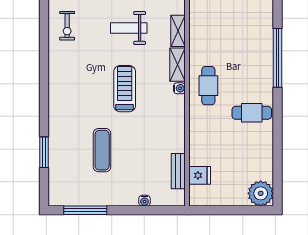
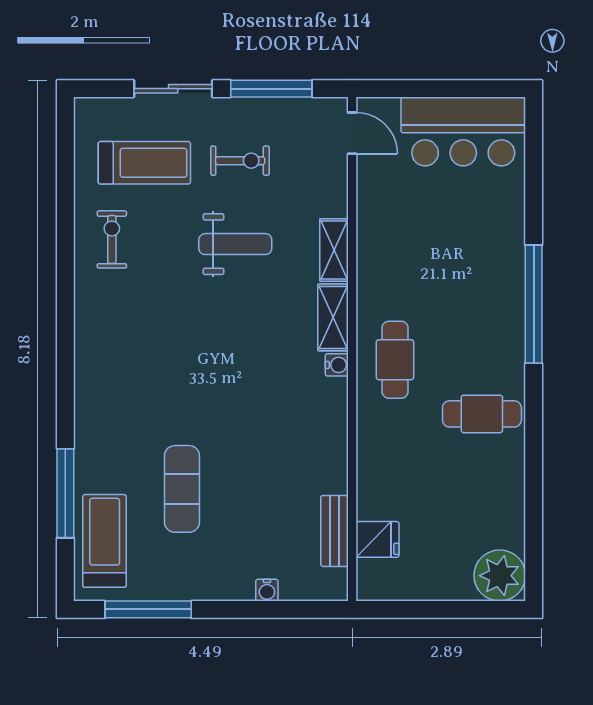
exercise bike: (67, 26) -> (112, 239), turned 180
weight bench: (129, 28) -> (235, 244), turned 180
treadmill: (125, 89) -> (105, 541), moved
window: (44, 152) -> (65, 493), width x1.44

